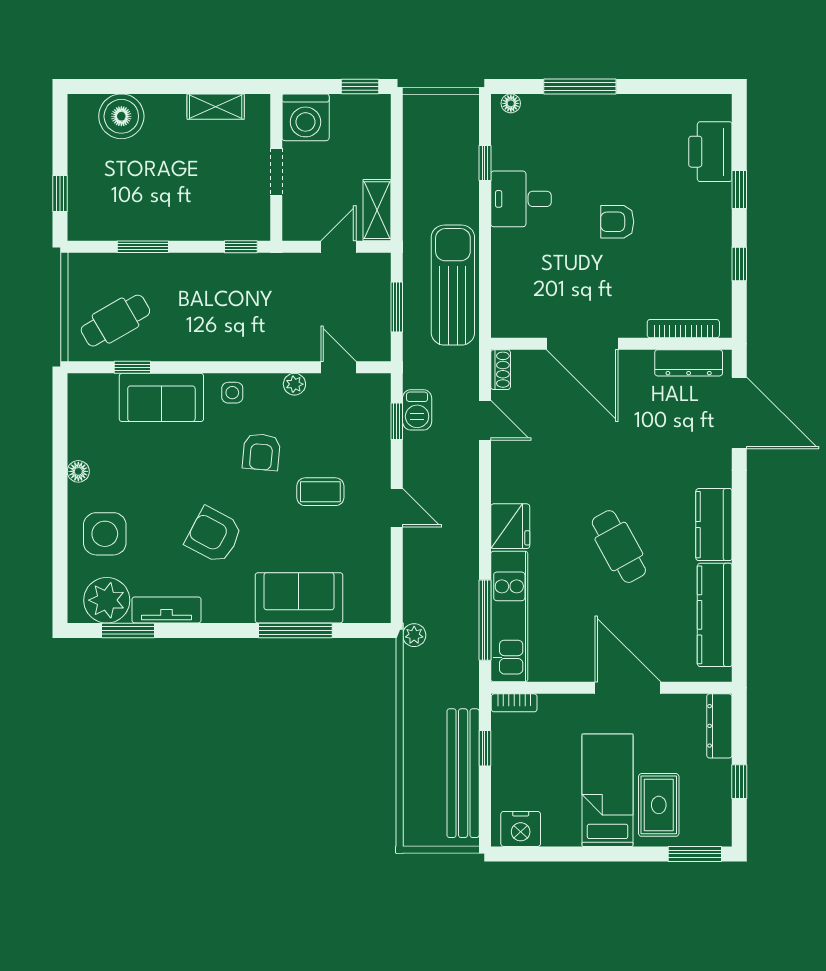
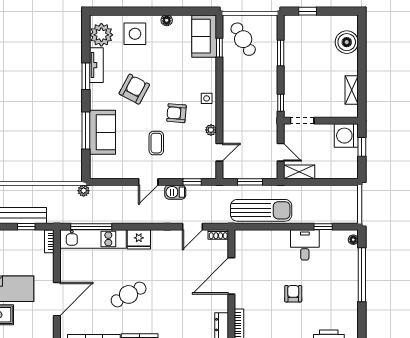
window: (360, 86) -> (362, 147), moved
window: (580, 86) -> (362, 275), width x1.46
doorway: (276, 172) -> (302, 121), moved
sofa: (161, 397) -> (204, 36), moved
barbecue: (417, 410) -> (175, 192), moved
window: (128, 630) -> (86, 76), moved

